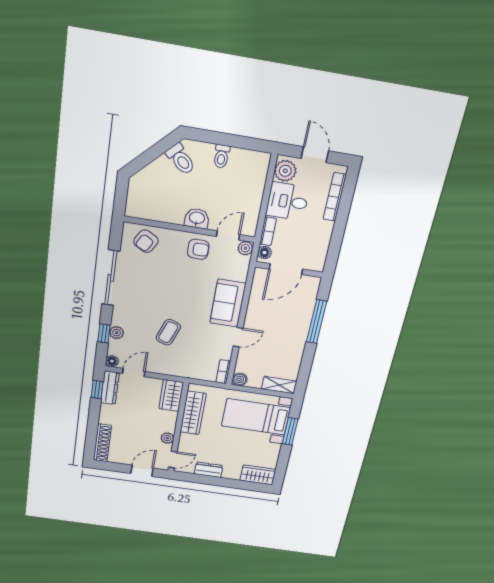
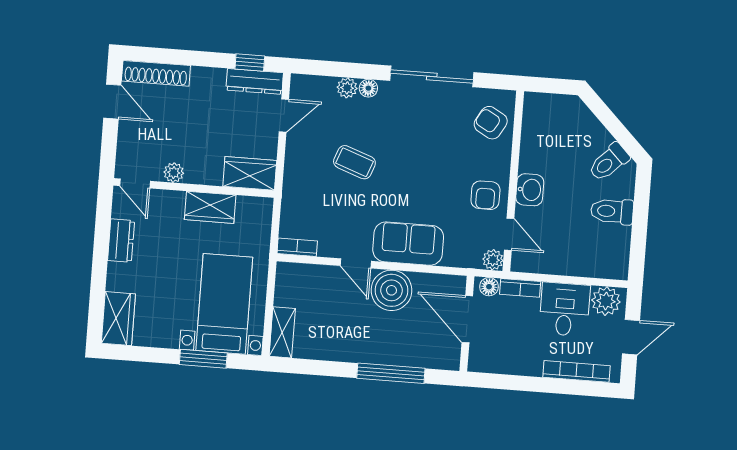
toilet: (221, 156) -> (612, 211), width x1.37, depth x1.39
window: (104, 333) -> (344, 70), removed
floor lamp: (112, 361) -> (368, 88), moved
door: (134, 372) -> (284, 116), hinge flipped
boiler: (240, 379) -> (391, 290), moved, width x1.86, depth x1.86
wardrobe: (193, 413) -> (210, 207), width x0.67
door: (142, 471) -> (112, 102), moved

